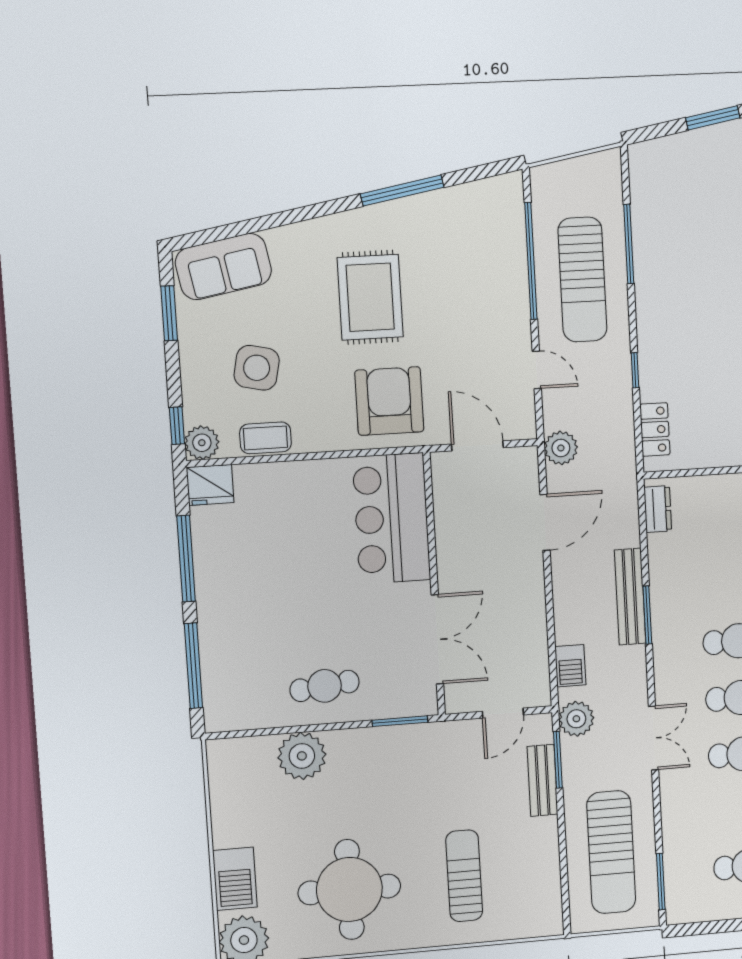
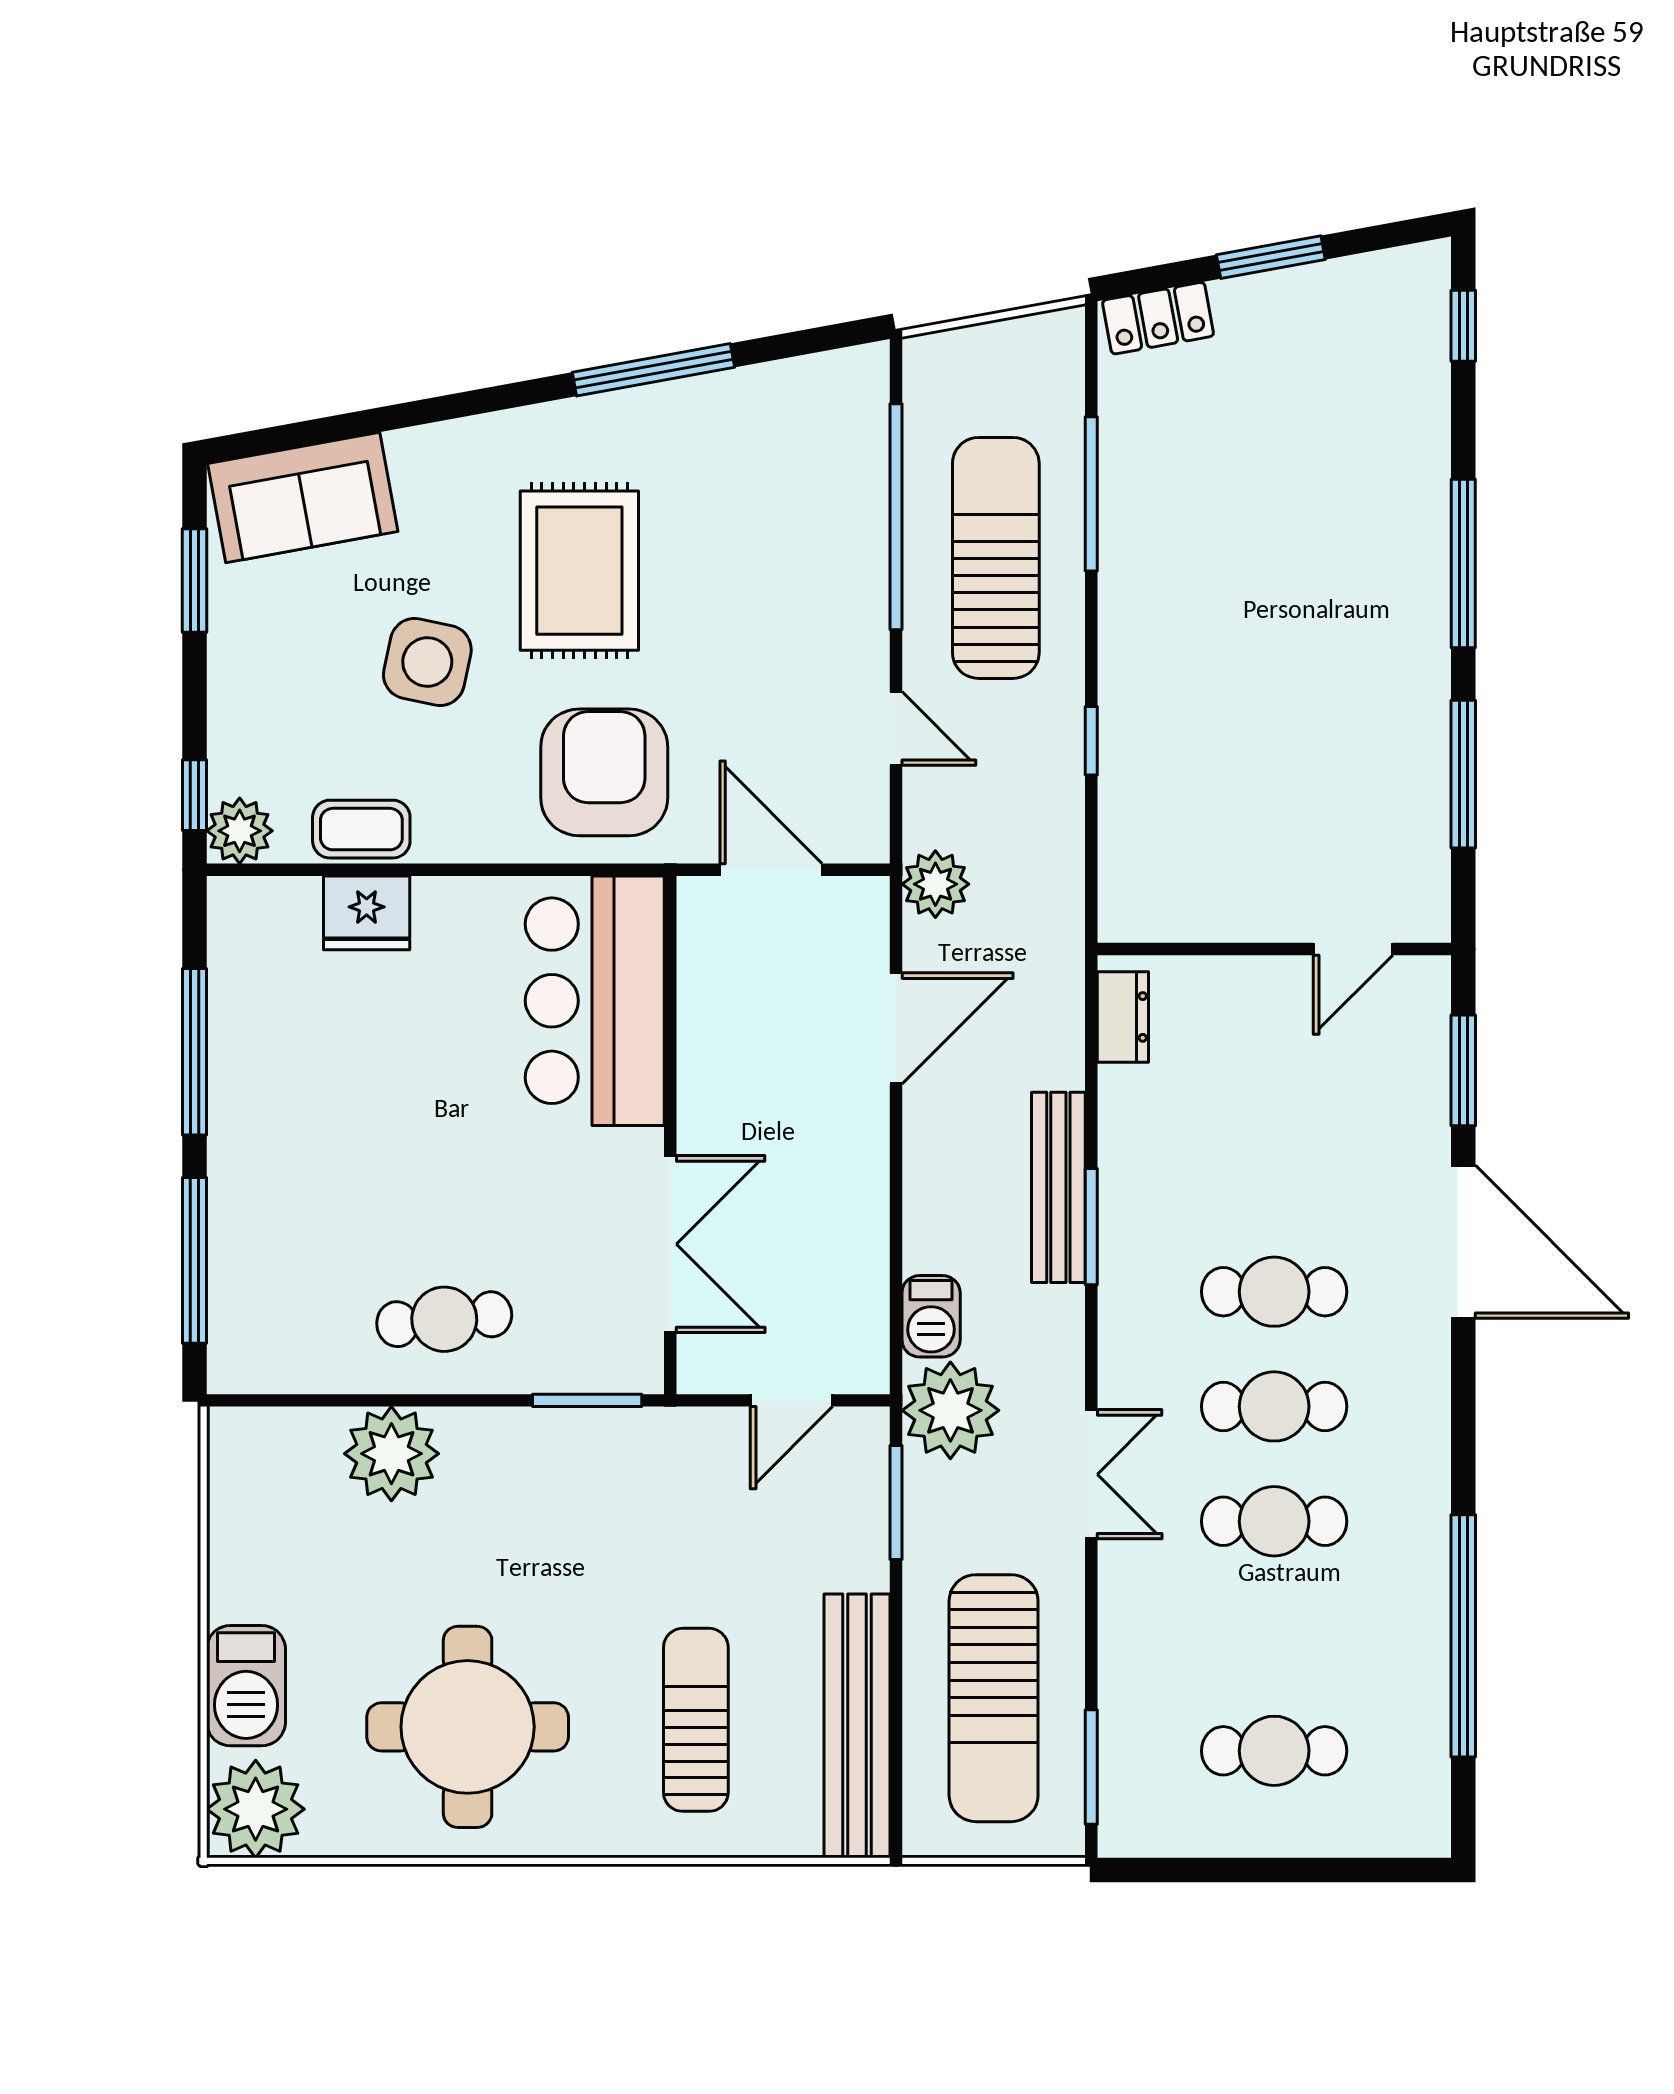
sun lounger: (582, 280) -> (996, 558), turned 180
side table: (257, 368) -> (427, 662), moved
locker: (655, 430) -> (1158, 318), moved, turned 80
fridge: (210, 485) -> (367, 913), moved
plant: (576, 719) -> (950, 1410), width x1.36, depth x1.36
bench: (542, 780) -> (857, 1726), moved, width x1.86, depth x1.21

